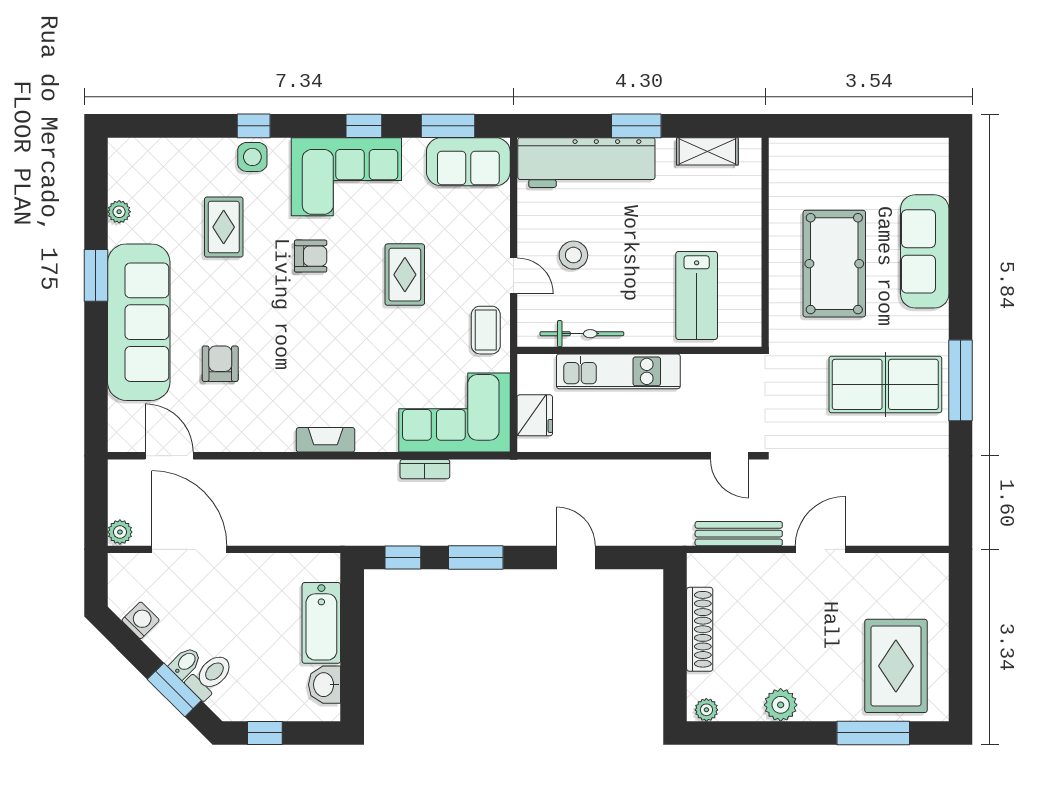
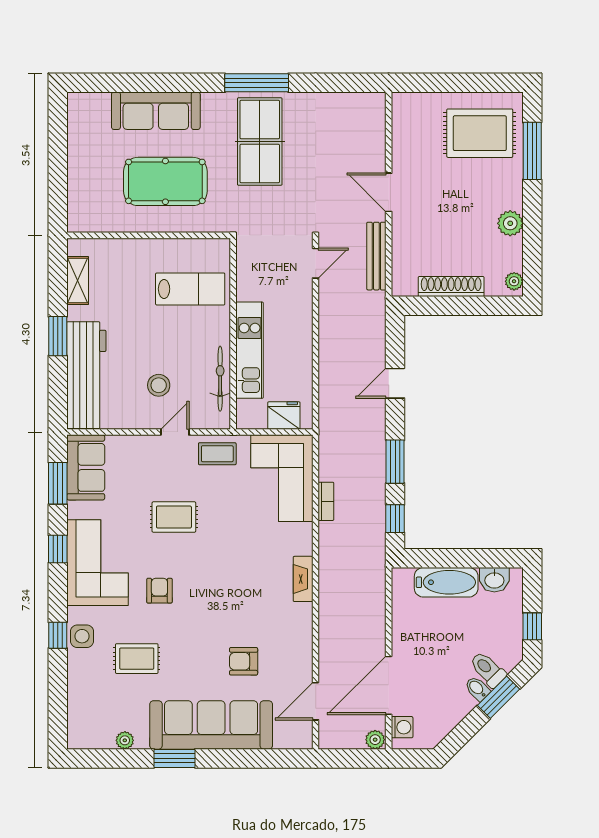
washing machine: (141, 620) -> (402, 727), moved, turned 135

